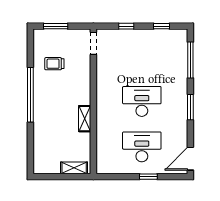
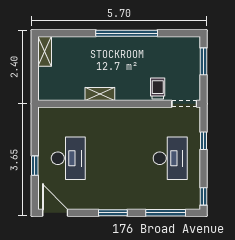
window: (161, 26) -> (204, 196), moved
trolley: (54, 64) -> (158, 89), moved
desk: (142, 101) -> (170, 158), moved
shelving: (74, 168) -> (45, 51), moved

